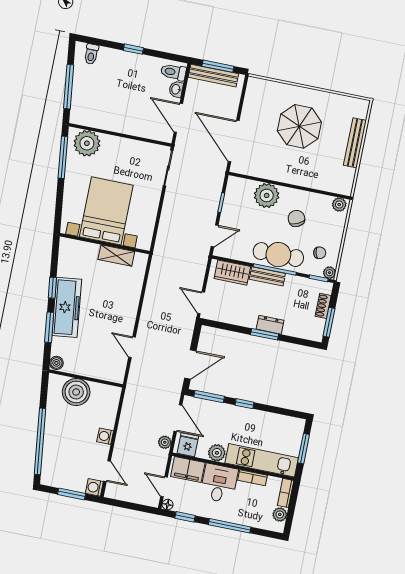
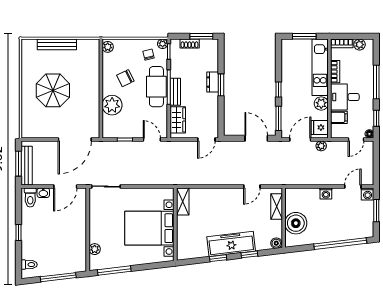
plant: (87, 143) -> (95, 249), width x0.53, depth x0.53
shelving: (116, 255) -> (183, 201), moved
window: (49, 327) -> (249, 254), width x0.67
shelving: (101, 372) -> (277, 206), added
filing cabinet: (188, 470) -> (339, 117), width x0.50

